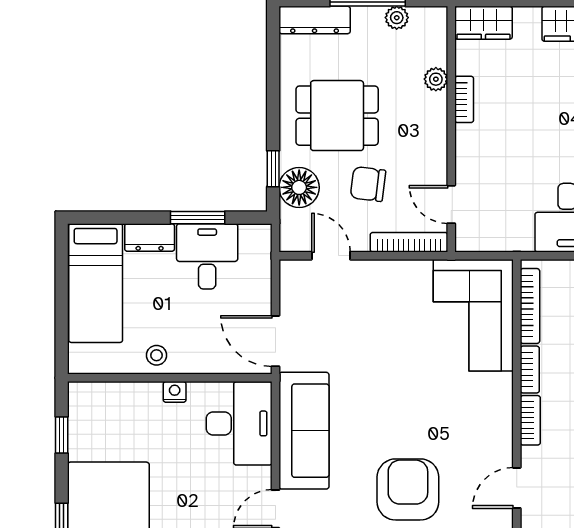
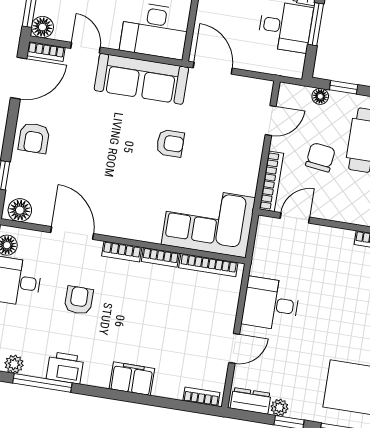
floor lamp: (299, 187) -> (320, 96), width x0.53, depth x0.53
door: (275, 341) -> (213, 68), hinge flipped
door: (517, 488) -> (72, 233), width x1.38
armchair: (408, 489) -> (170, 143), moved, width x0.53, depth x0.53

